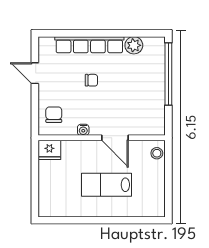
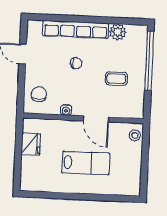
coffee table: (135, 94) -> (116, 79), added
fridge: (49, 150) -> (31, 144), moved, turned -90
lab bench: (106, 185) -> (86, 163), turned 180

